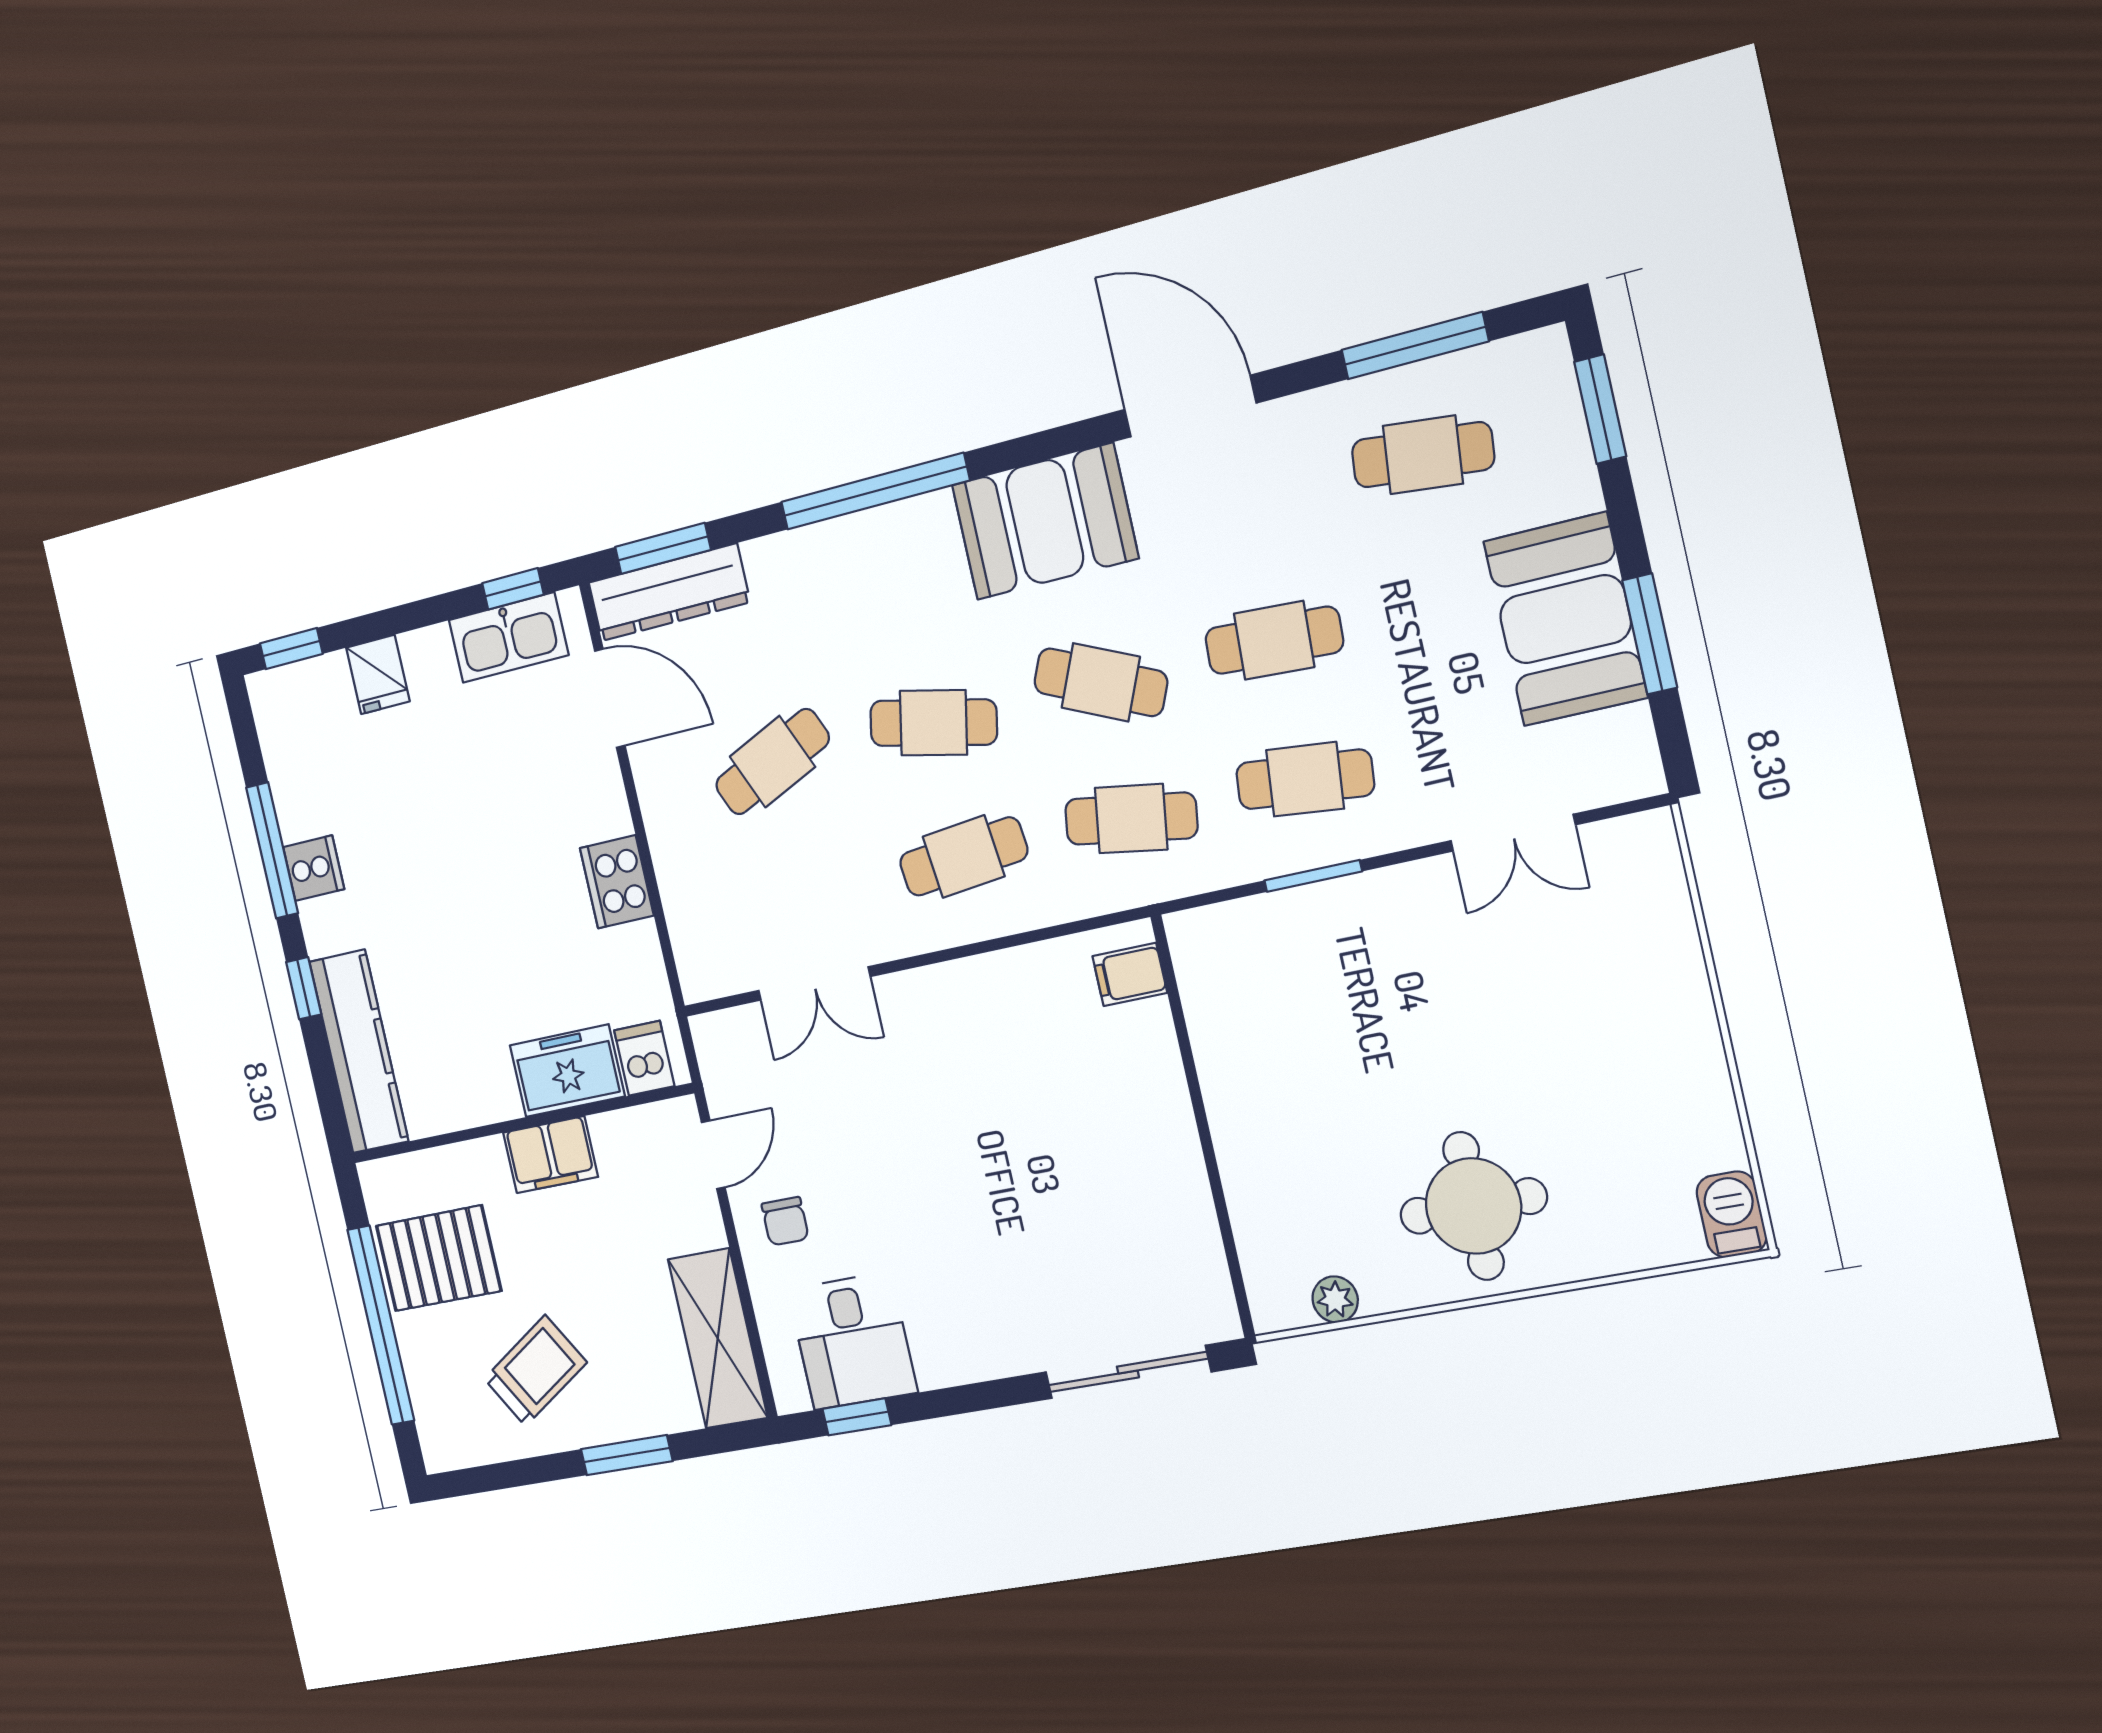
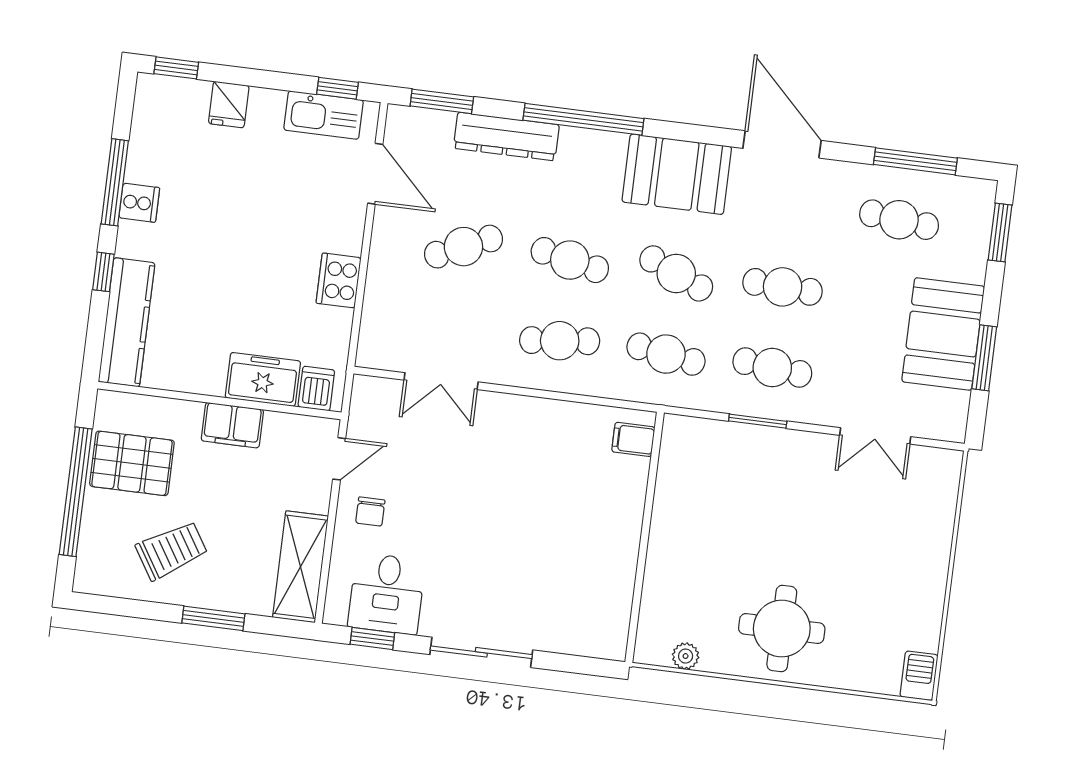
dresser: (669, 592) -> (506, 137), moved
sliding door: (1128, 1372) -> (481, 652), moved

